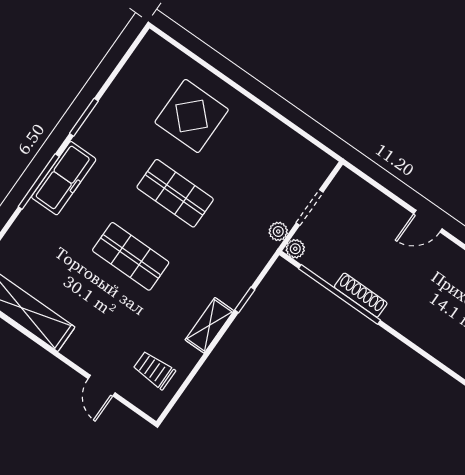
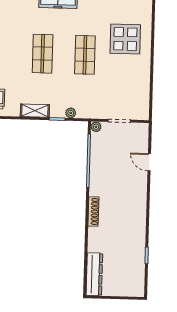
door: (428, 221) -> (149, 162), moved
plant: (278, 231) -> (71, 113), moved
shoe rack: (361, 295) -> (93, 211), moved

